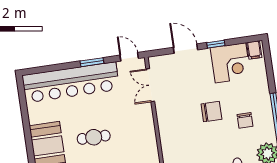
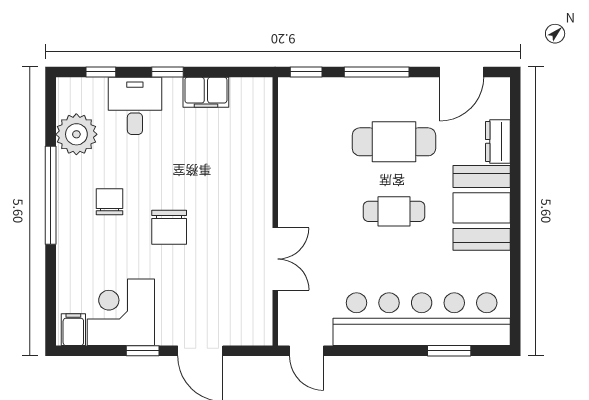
window: (92, 62) -> (449, 351), moved
double door: (150, 85) -> (275, 259), moved
chair: (211, 112) -> (169, 227), turned -90

